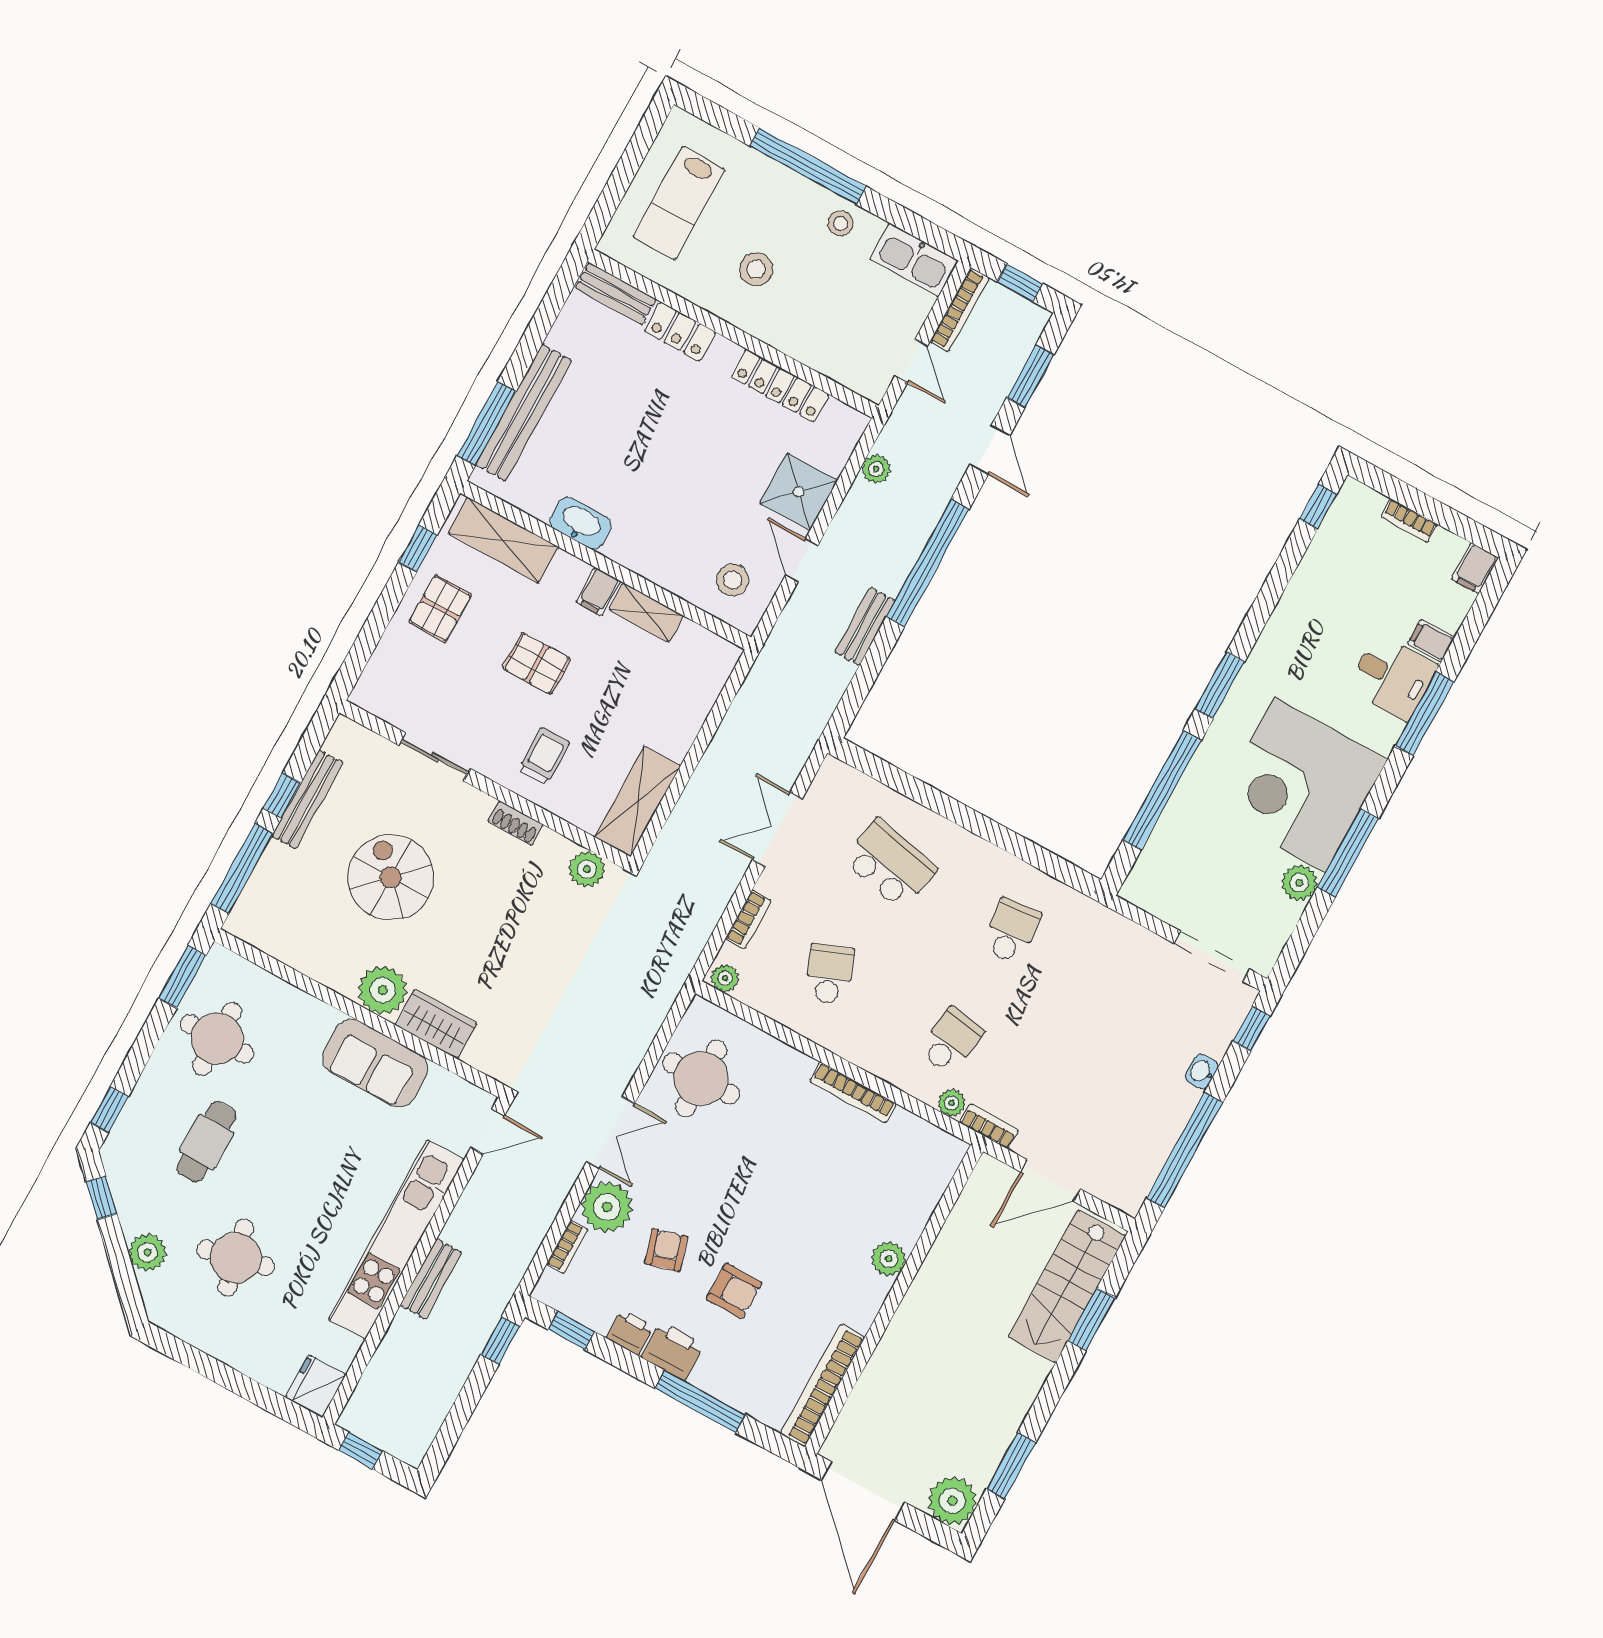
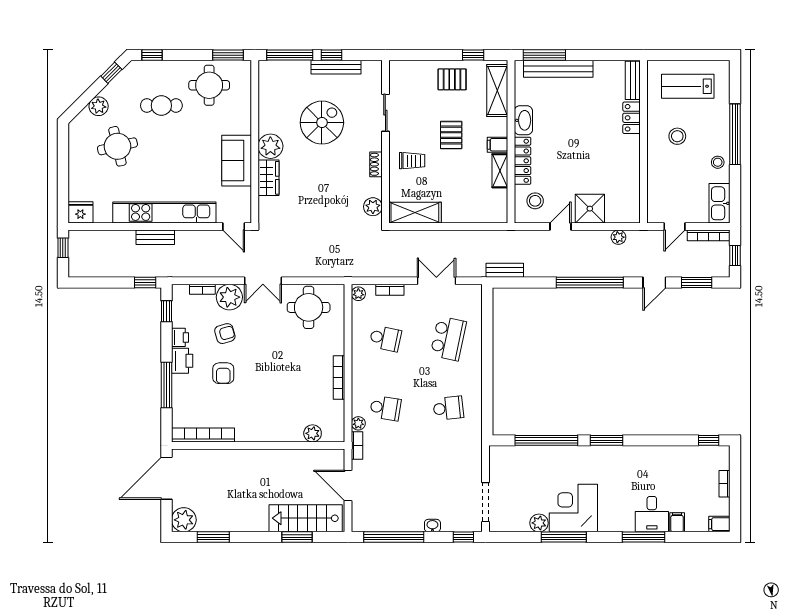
locker: (780, 386) -> (523, 161), moved, turned 180
bench: (865, 626) -> (505, 270), moved
corner desk: (1300, 785) -> (573, 508), width x0.74, depth x0.74
school desk: (829, 974) -> (385, 338), turned 33
plant: (889, 1259) -> (313, 433), moved

